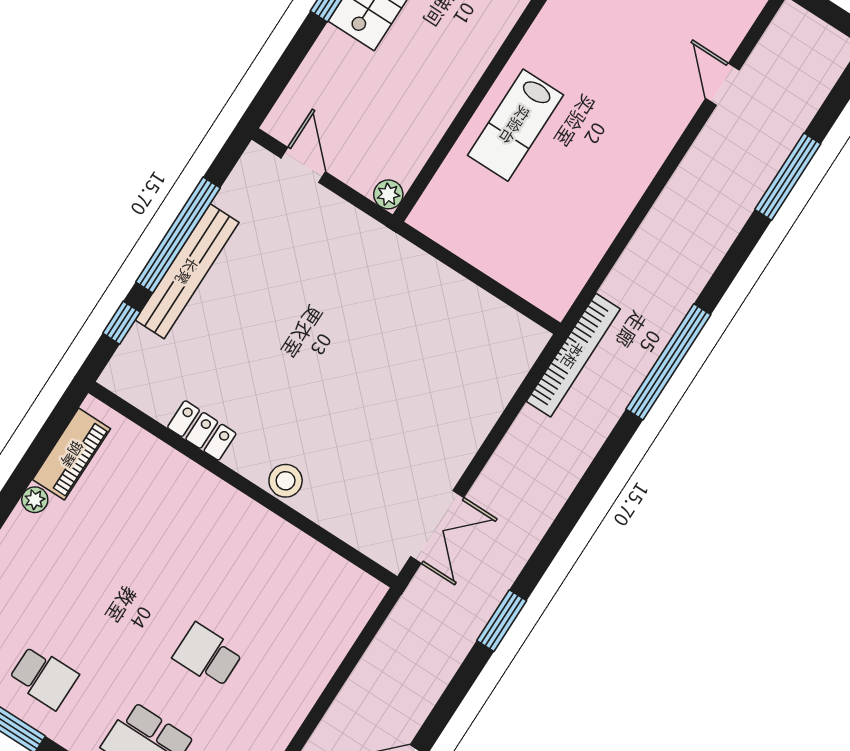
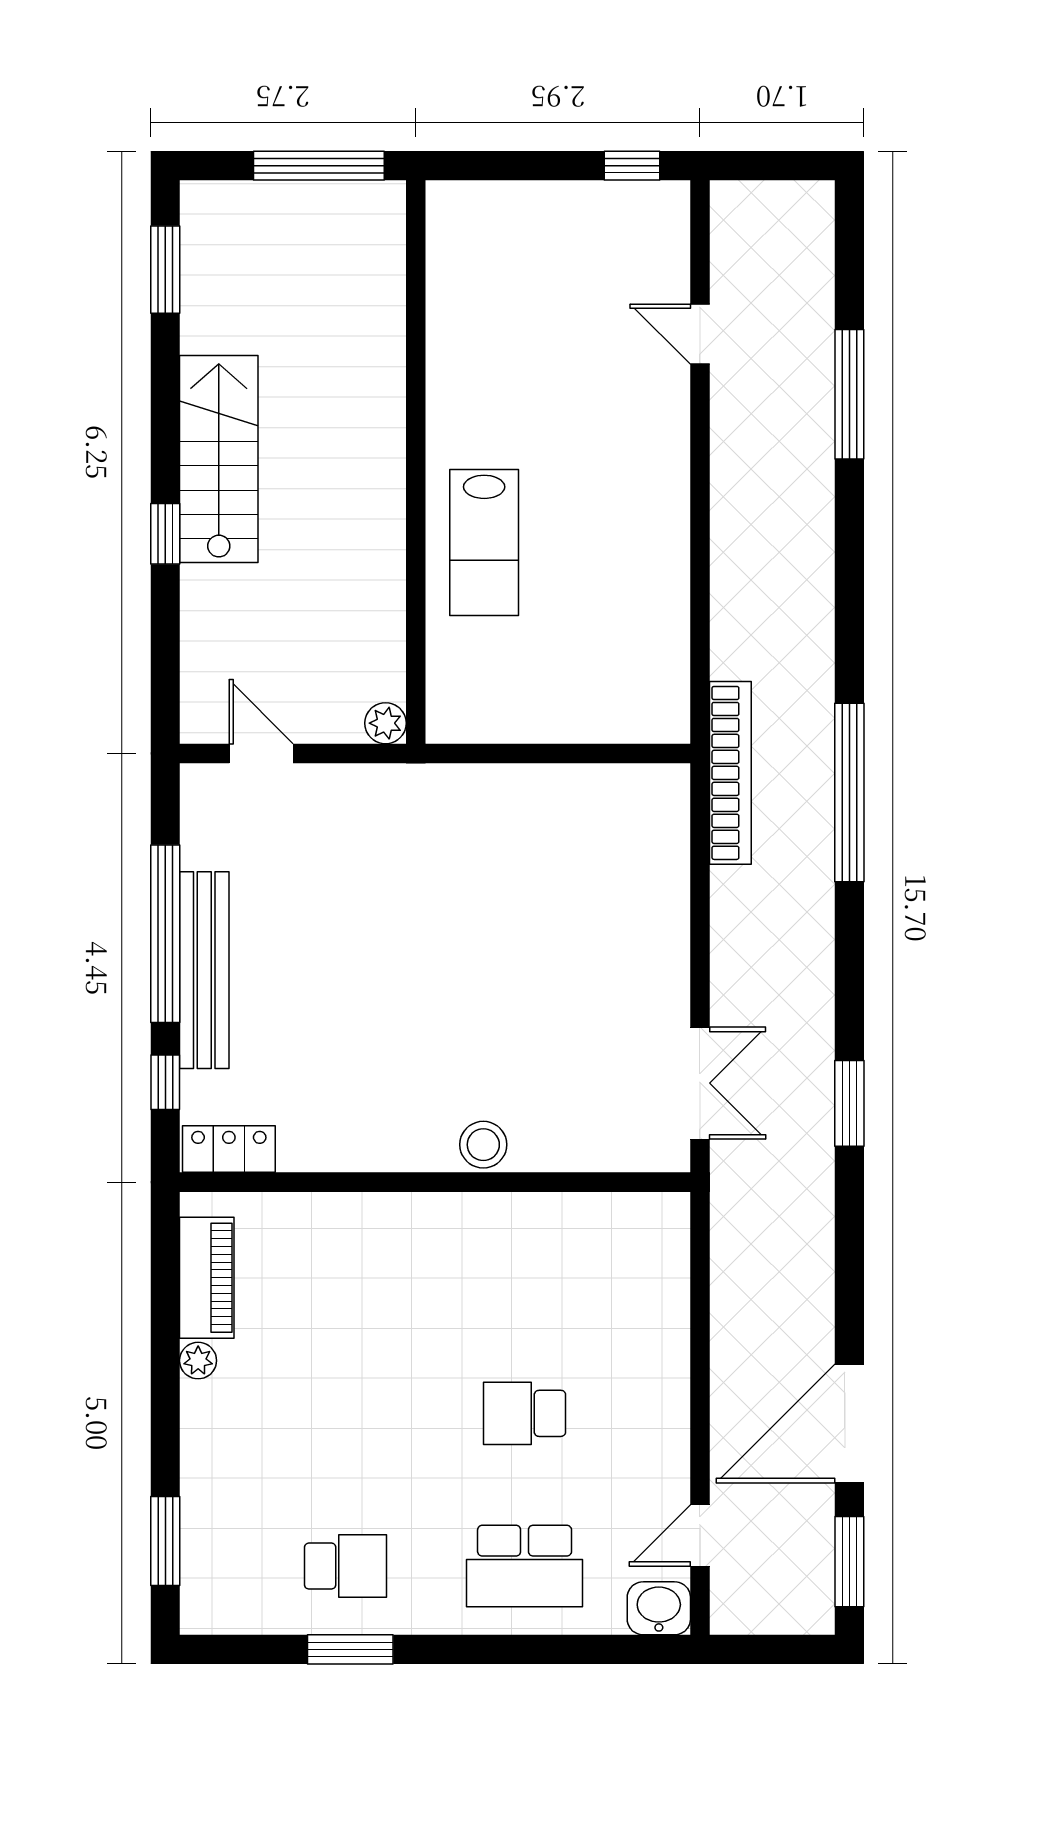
window: (668, 362) -> (849, 793), moved
locker: (202, 430) -> (229, 1149), moved
window: (502, 621) -> (849, 1103), moved

